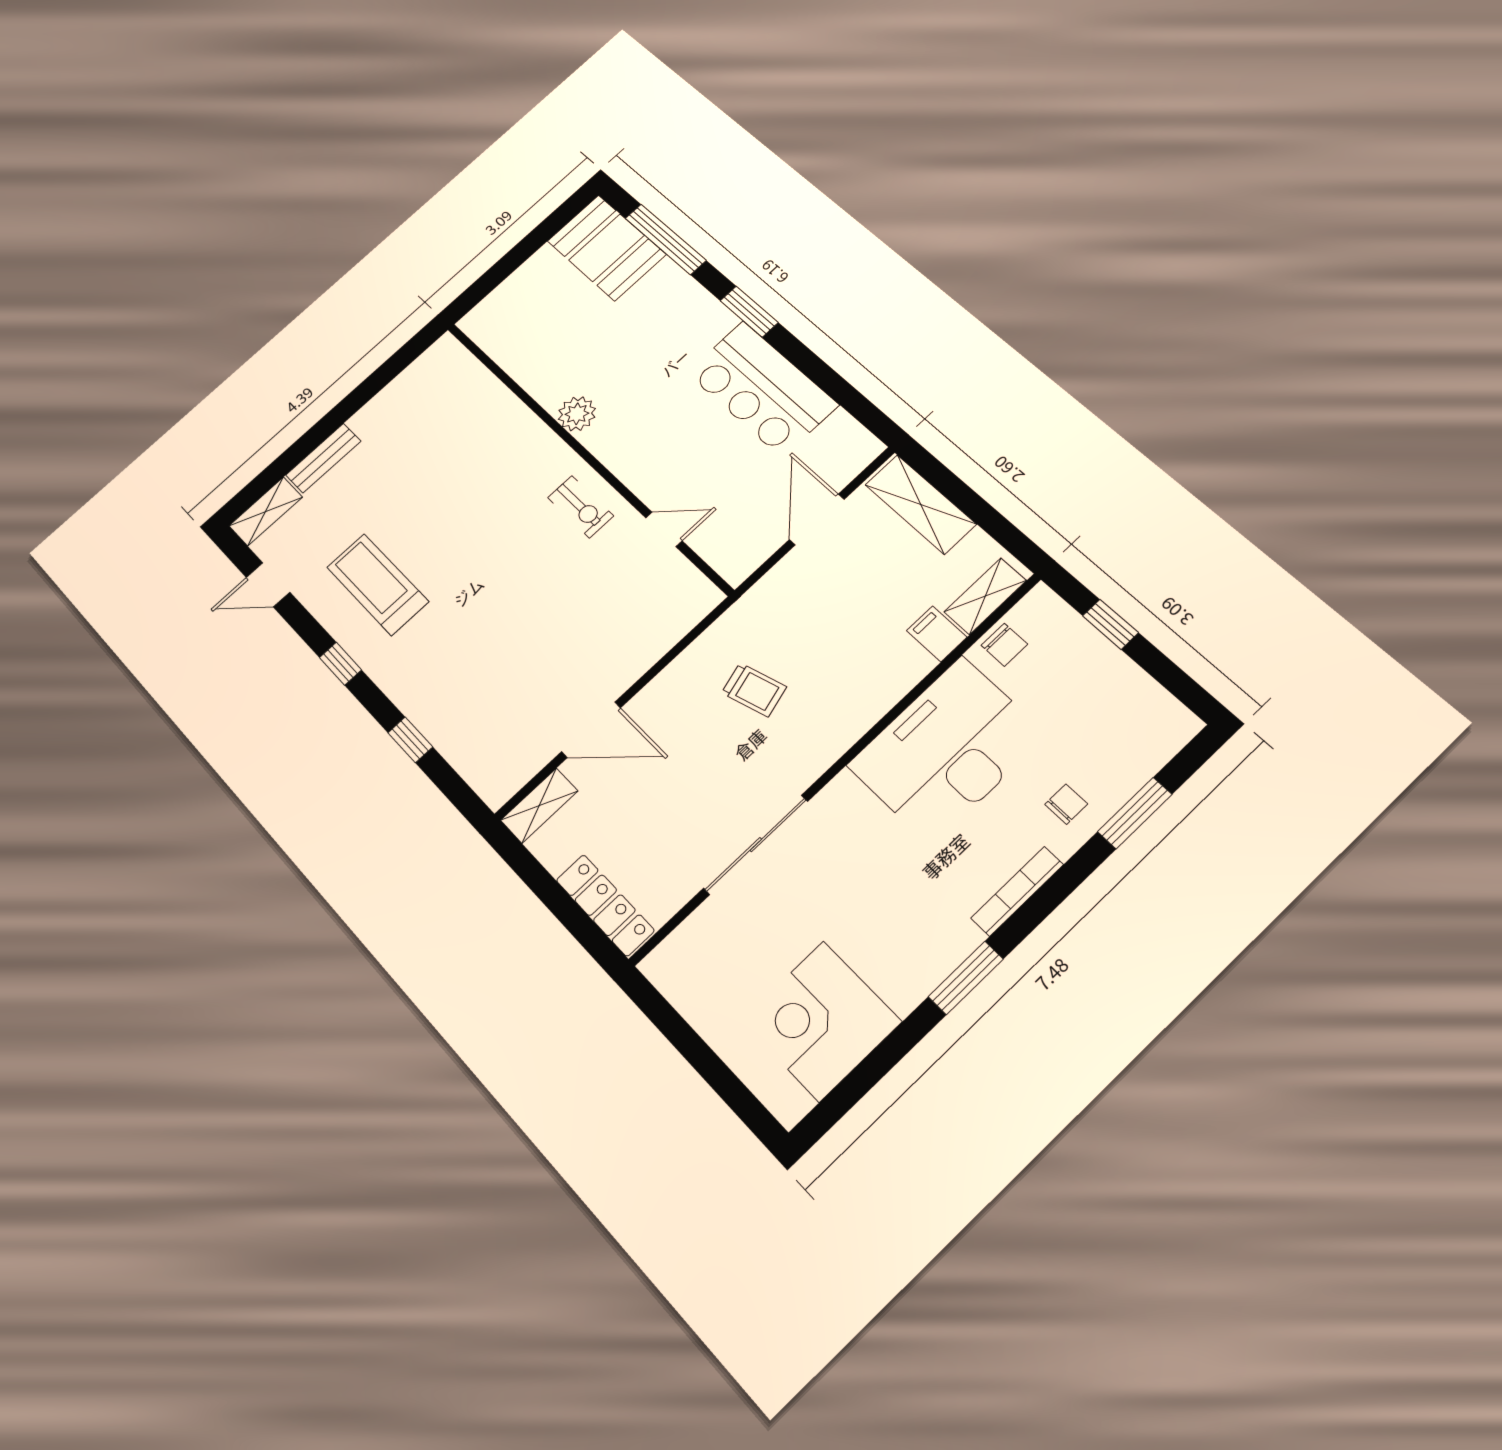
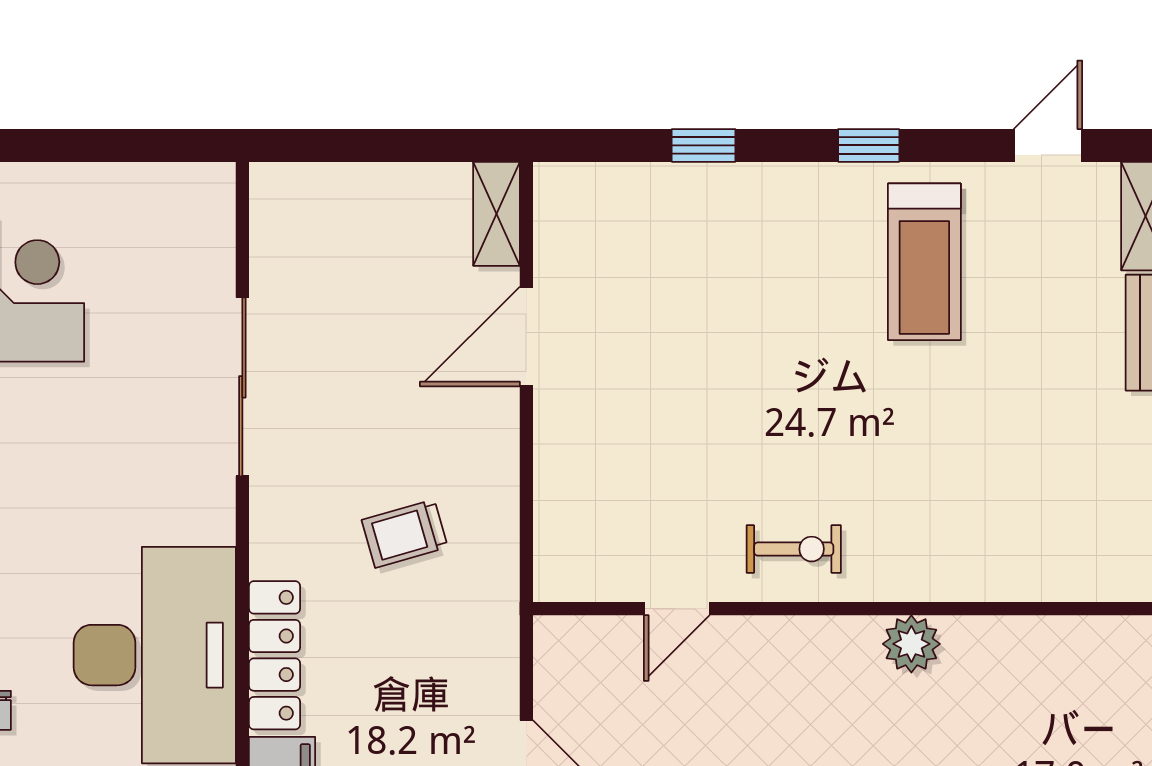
exercise bike: (581, 507) -> (794, 549), turned 180
treadmill: (378, 584) -> (924, 262), turned 90
locker: (605, 905) -> (275, 655), moved, turned -90

